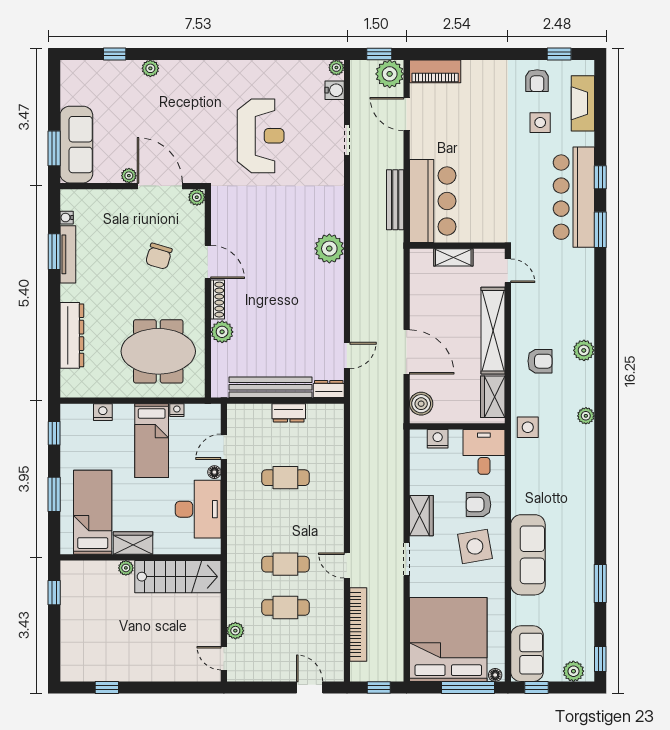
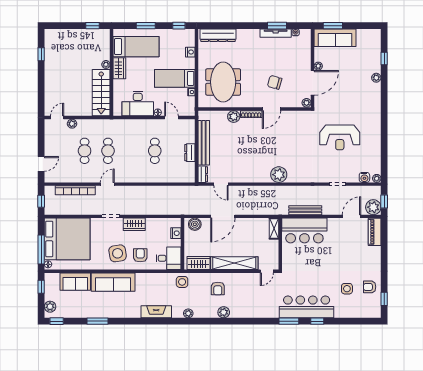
fireplace: (583, 103) -> (156, 312), moved
shelving: (453, 257) -> (274, 229), moved
dresser: (72, 335) -> (218, 35), moved
sofa: (527, 654) -> (75, 282), moved

